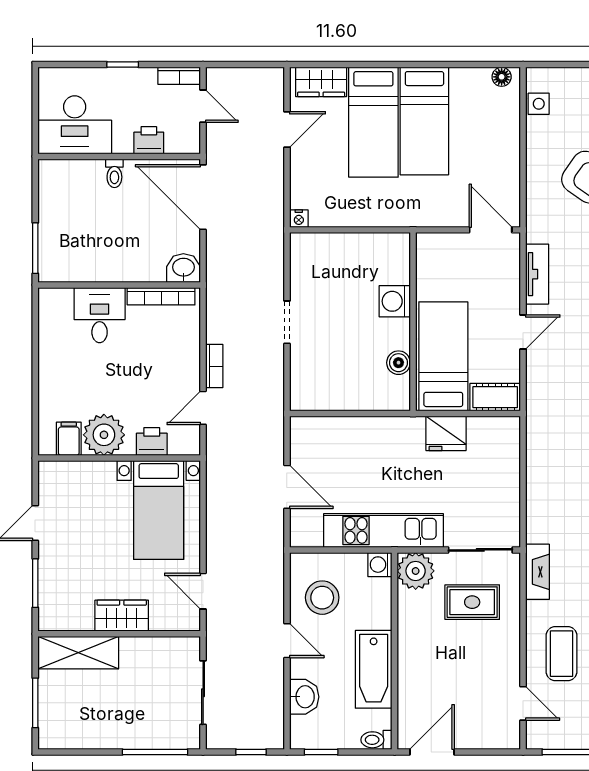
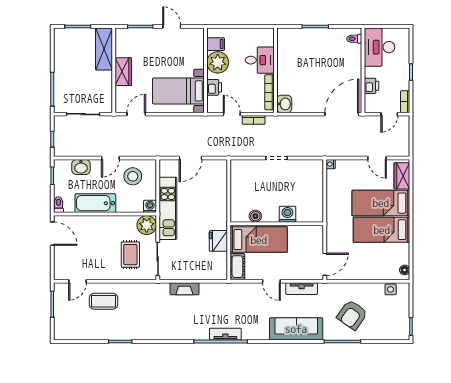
toilet: (114, 173) -> (354, 39), moved
washbasin: (183, 268) -> (284, 104), moved
wall: (119, 285) -> (275, 70), moved
bookcase: (161, 296) -> (270, 92), moved
desk: (100, 315) -> (260, 60), moved
fireplace: (537, 572) -> (184, 289), moved

